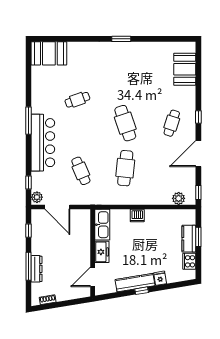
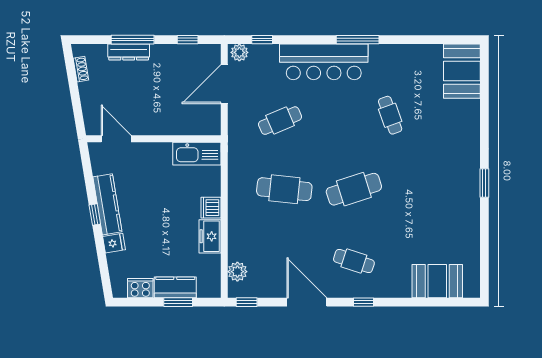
freezer: (102, 252) -> (210, 236), moved, turned 90

